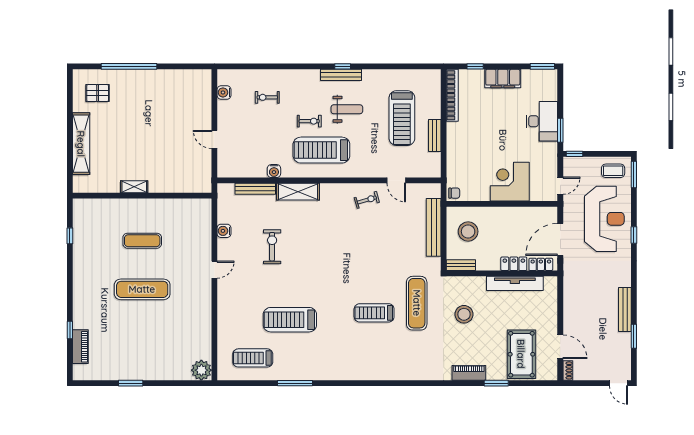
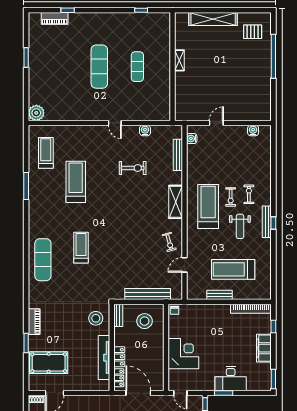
pallet: (98, 93) -> (253, 32), turned 90
exercise bike: (267, 97) -> (249, 194), moved
water cooler: (274, 171) -> (192, 138), moved
shelving: (298, 192) -> (176, 202), moved
exercise mat: (417, 303) -> (43, 260), moved, turned 90
stool: (464, 314) -> (96, 318), moved

